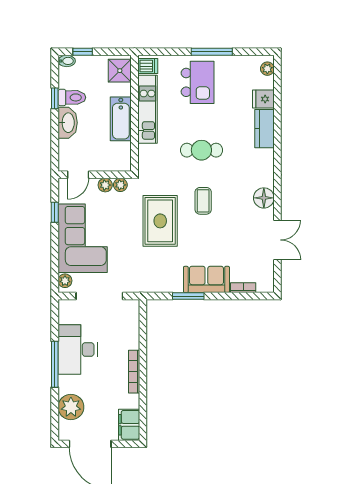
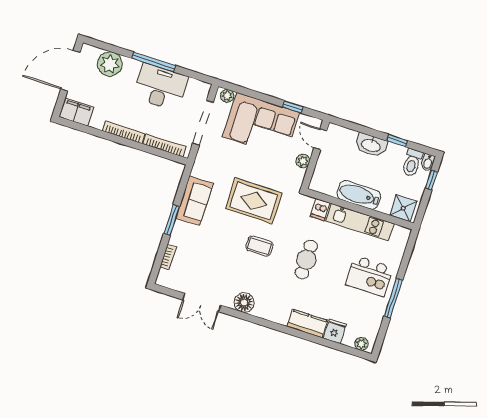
dishwasher: (148, 66) -> (320, 210), moved
toilet: (72, 97) -> (412, 163), moved
plant: (120, 185) -> (299, 175), removed
sofa: (206, 279) -> (195, 201), moved
window: (188, 296) -> (172, 220), moved
bookcase: (134, 327) -> (164, 145), added

